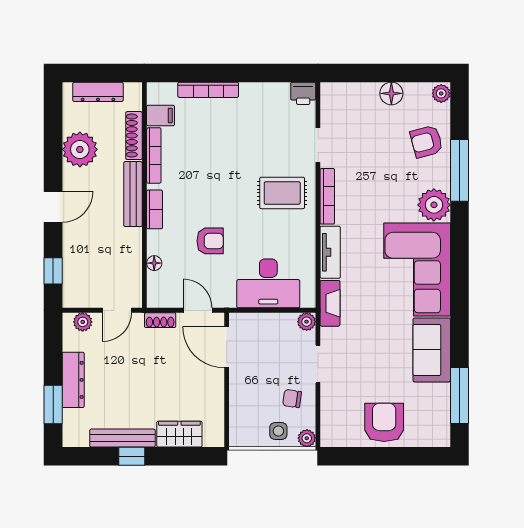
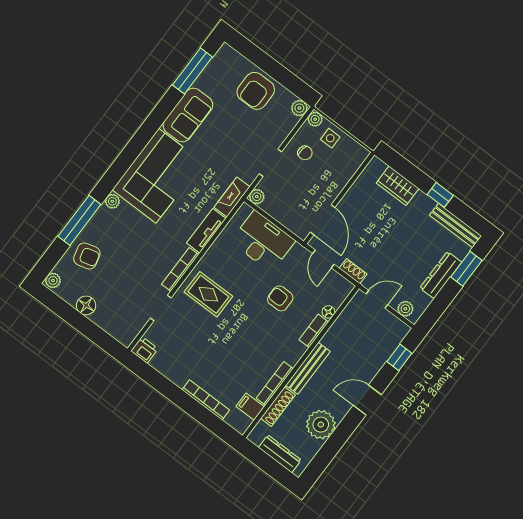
plant: (434, 205) -> (112, 201), width x0.53, depth x0.53
bookcase: (155, 209) -> (314, 331), moved
plant: (330, 437) -> (299, 108), added
bench: (122, 438) -> (456, 226), moved

